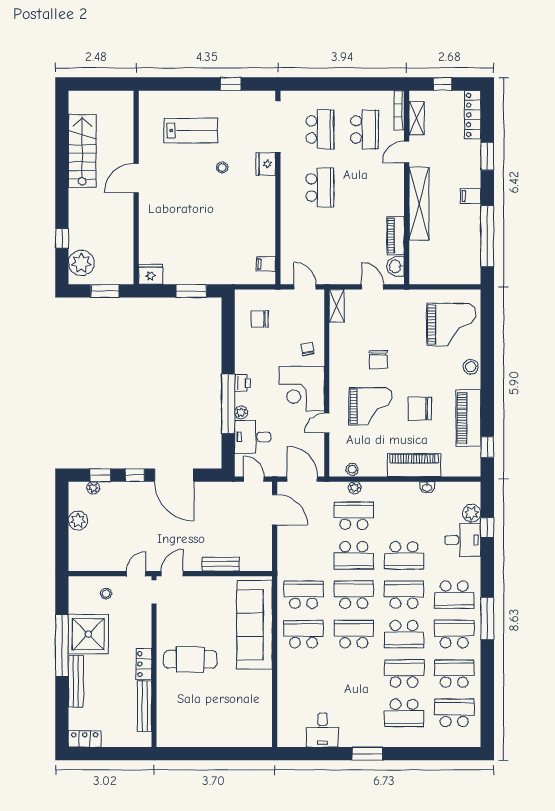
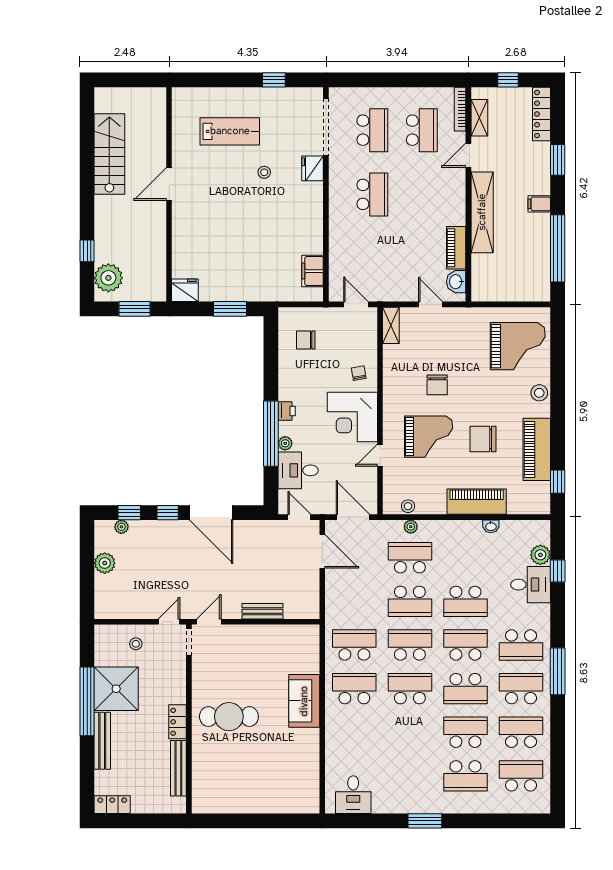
filing cabinet: (266, 264) -> (313, 271), width x2.00
sofa: (255, 625) -> (304, 701), width x0.54, depth x0.79
desk: (323, 730) -> (353, 795), moved

